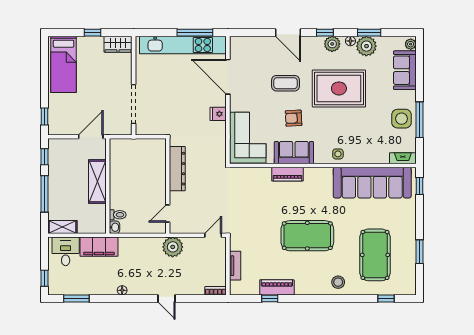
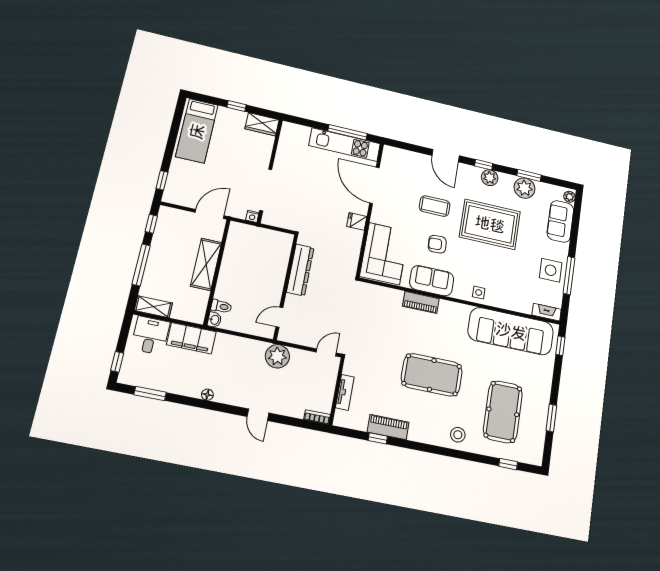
floor lamp: (350, 41) -> (509, 179), removed
kitchen unit: (183, 45) -> (345, 145), width x0.73
nightstand: (127, 131) -> (252, 216), added

